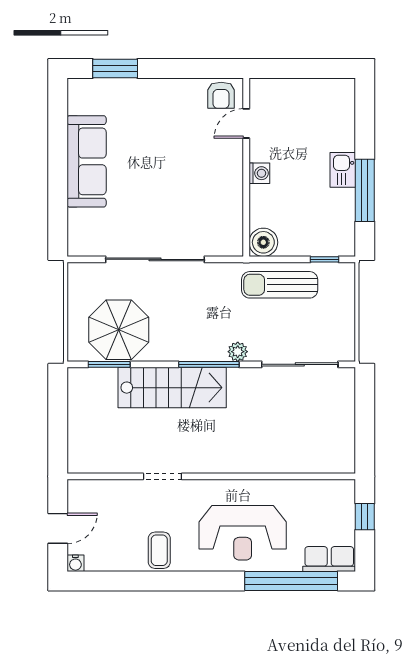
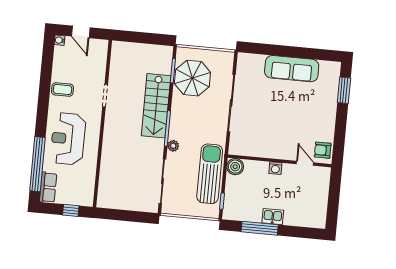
sun lounger: (280, 285) -> (210, 174), width x1.36, depth x1.34

